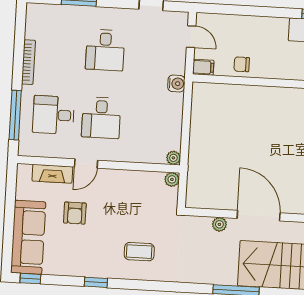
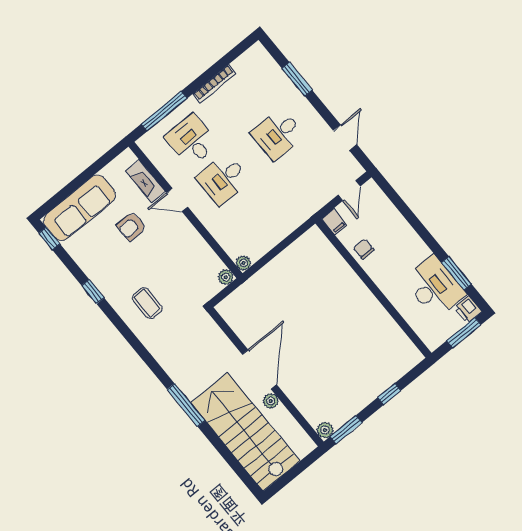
water cooler: (176, 84) -> (303, 213), removed
plant: (219, 224) -> (271, 401), moved

